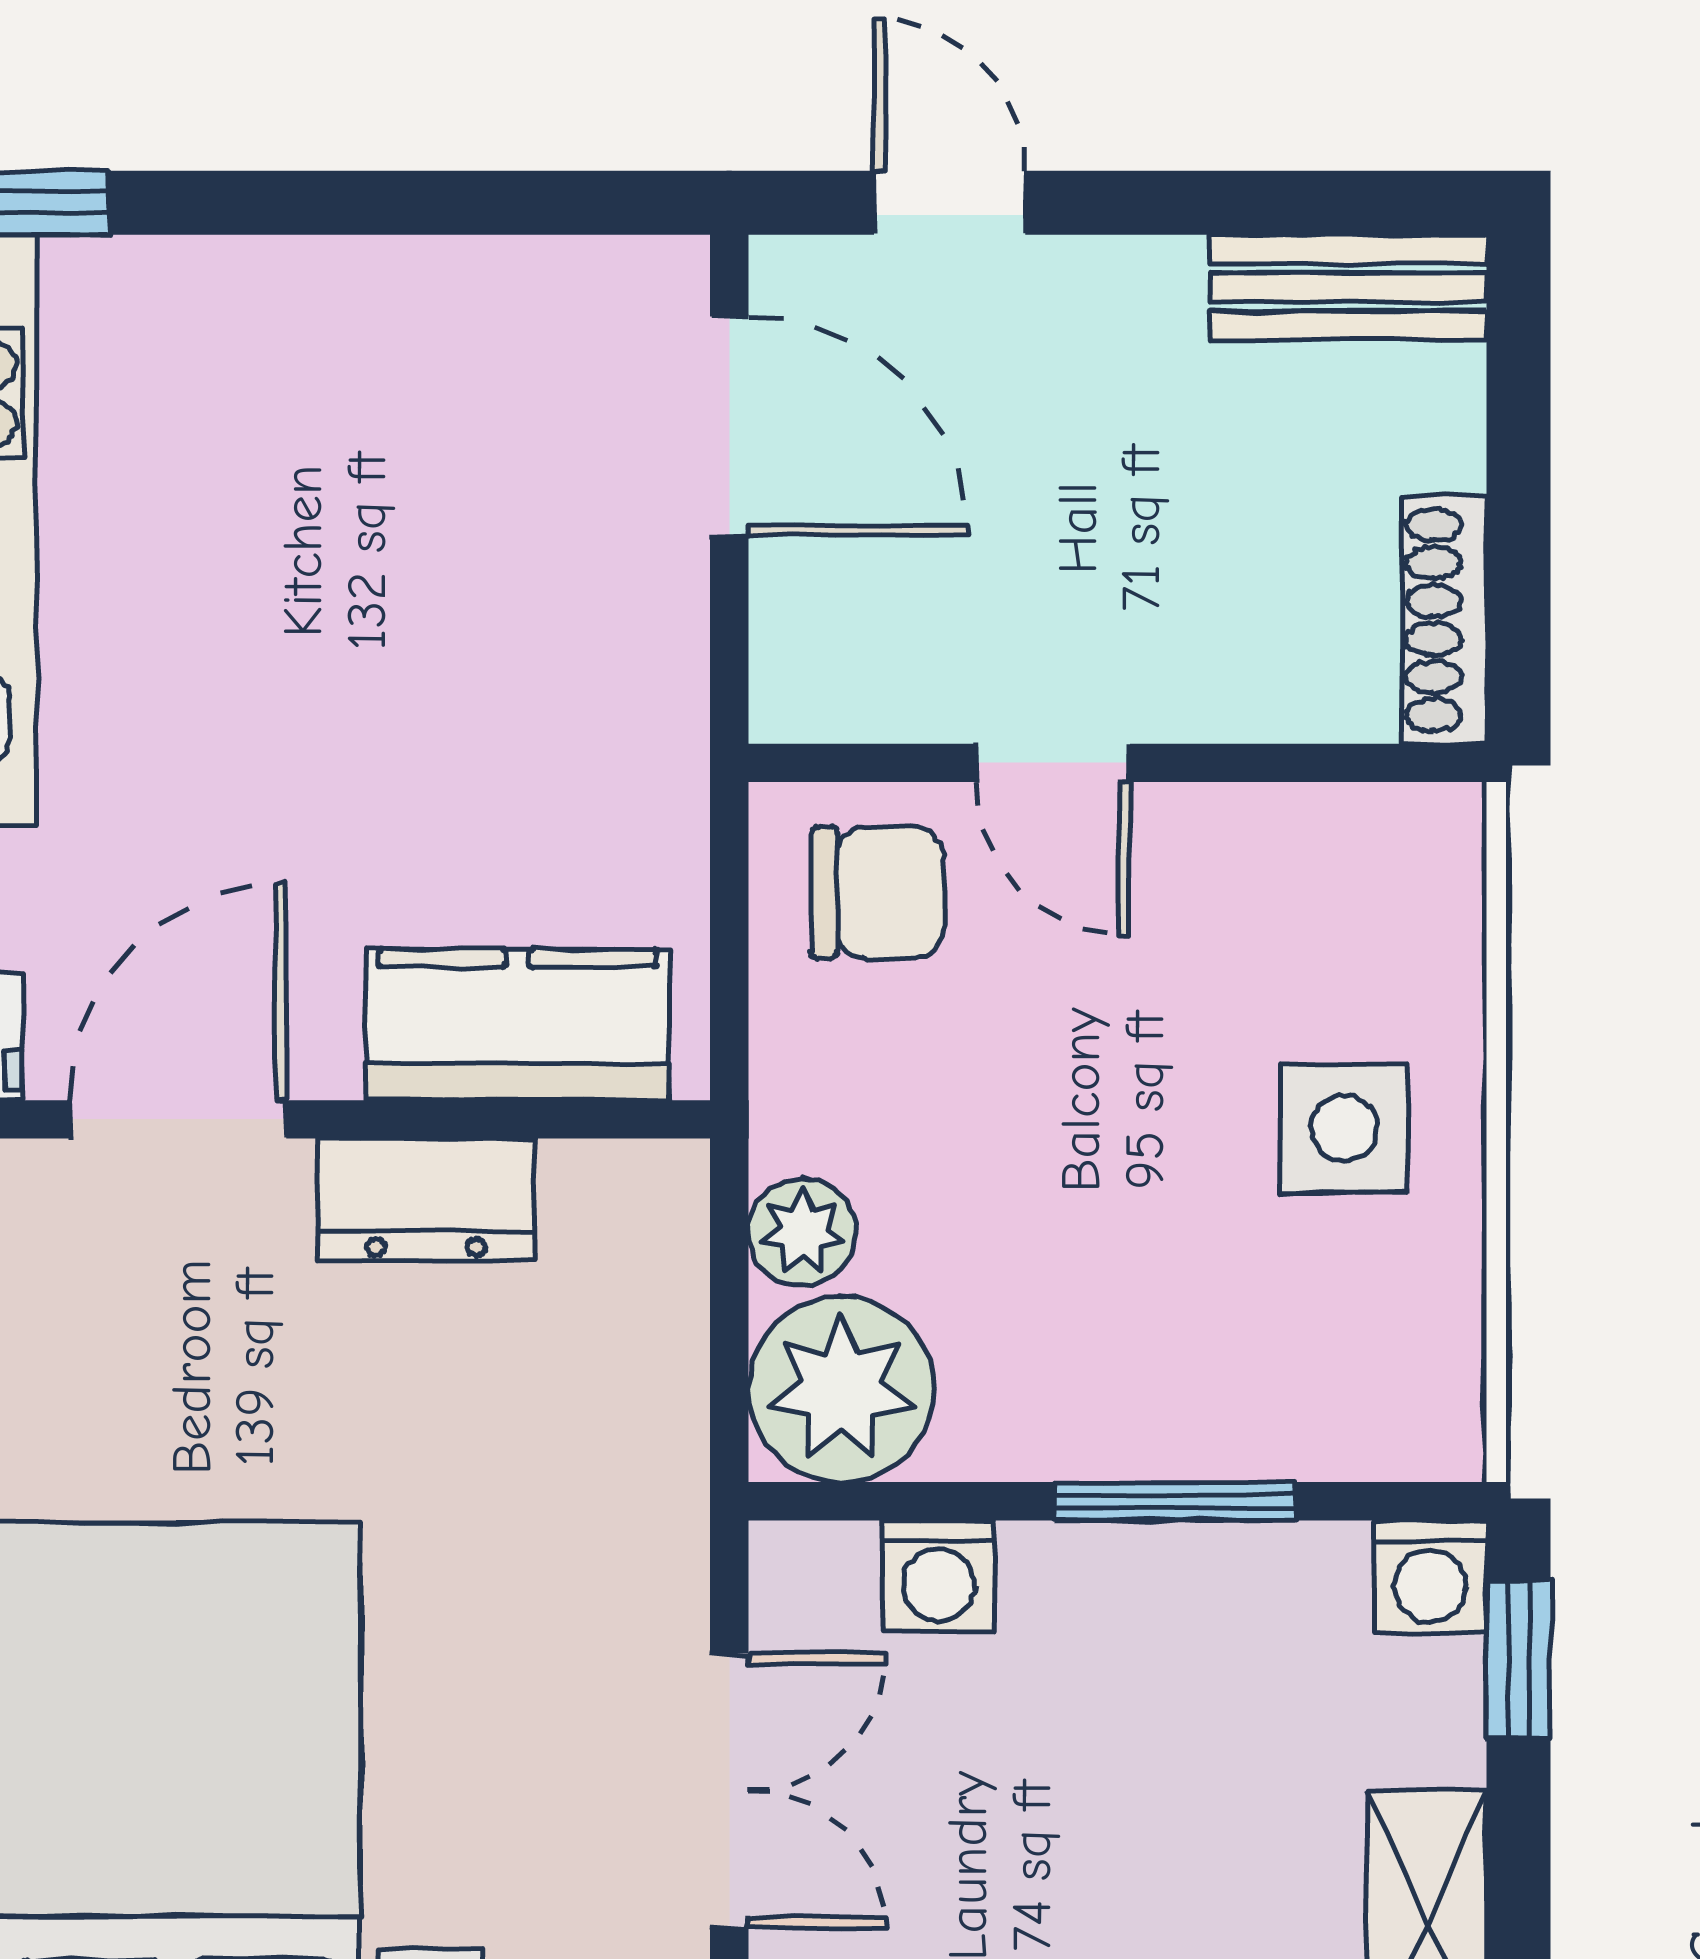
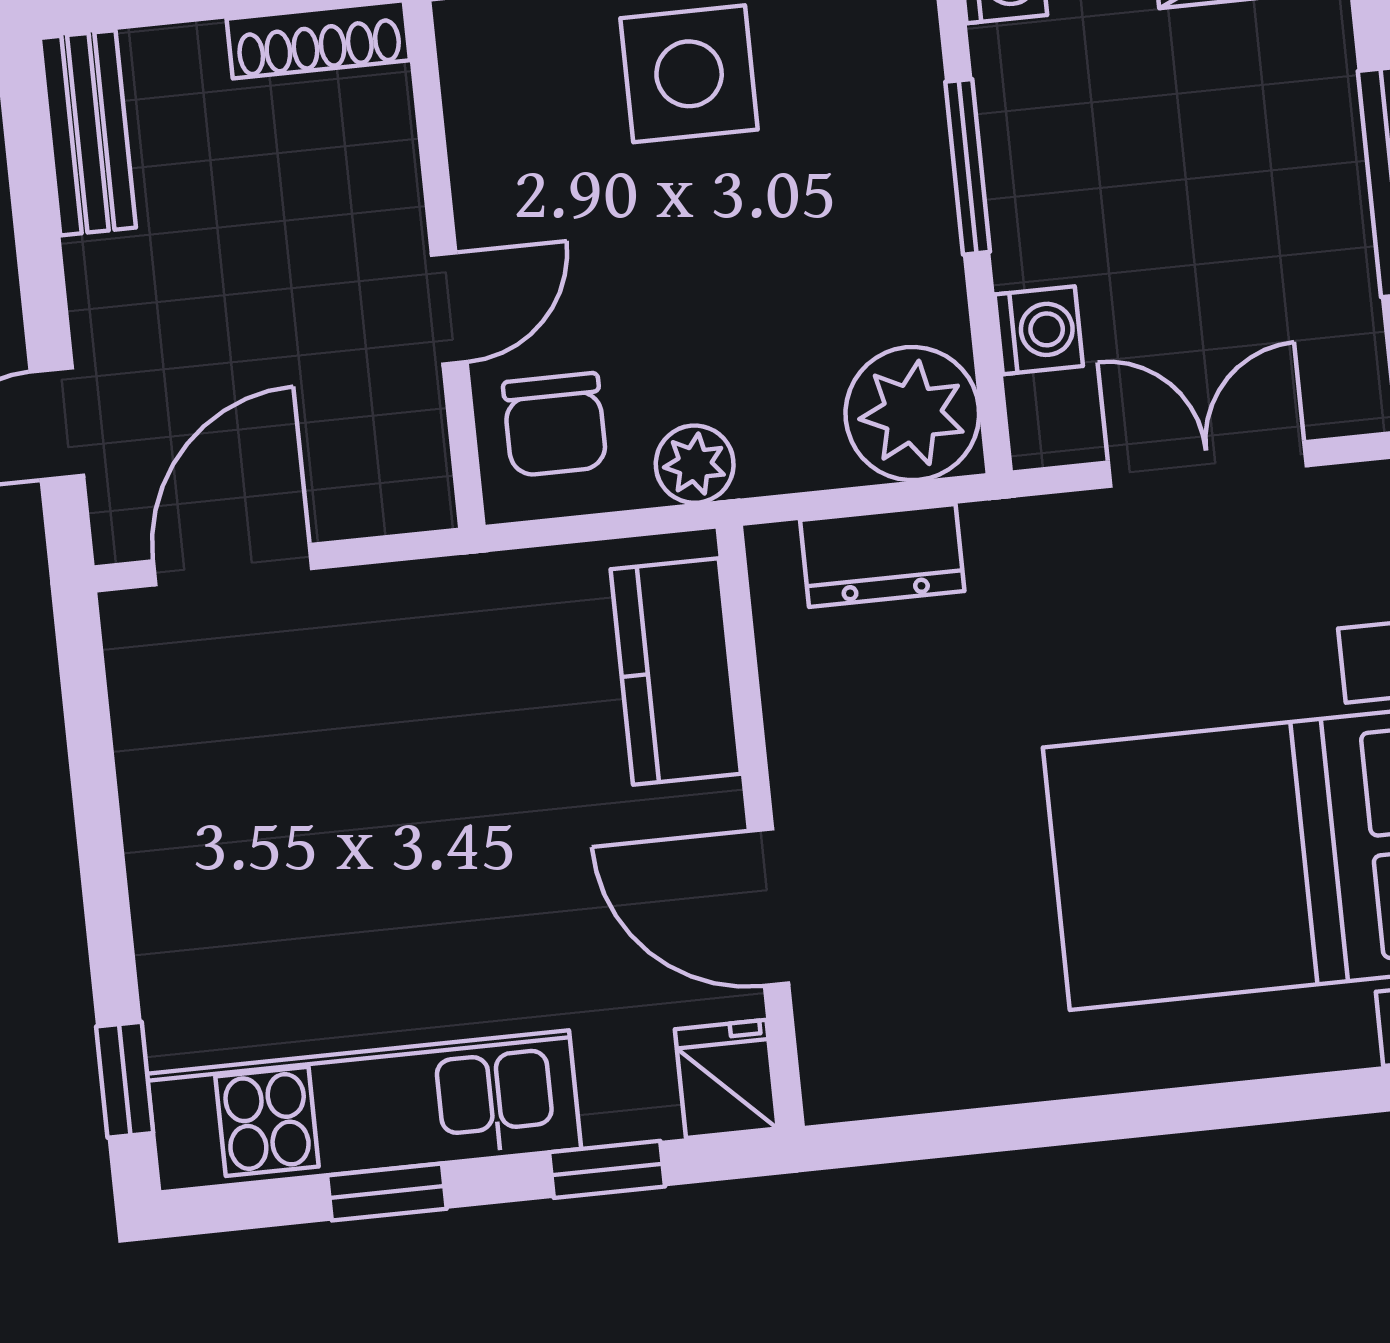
chair: (877, 892) -> (555, 425), turned 180
side table: (1344, 1129) -> (689, 74), width x1.37, depth x1.37
dresser: (426, 1200) -> (882, 555), moved, turned 90
plant: (802, 1232) -> (695, 464), moved

